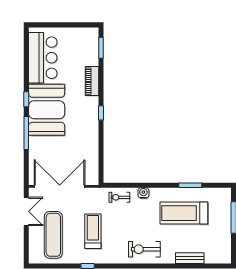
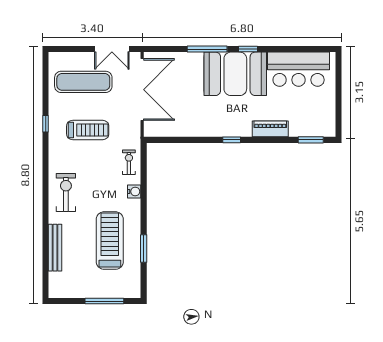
bench: (190, 258) -> (55, 248), width x1.36

